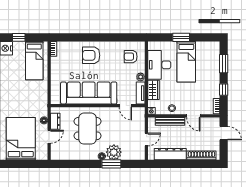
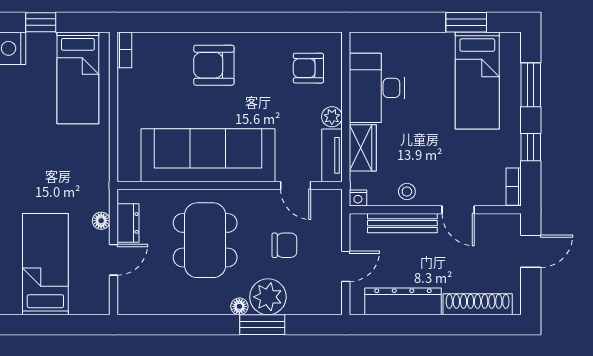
window: (181, 37) -> (466, 22), moved
bed: (186, 62) -> (477, 81), moved
chair: (121, 131) -> (284, 245), added
door: (224, 133) -> (531, 251), hinge flipped
bed: (21, 139) -> (45, 264), width x0.67

